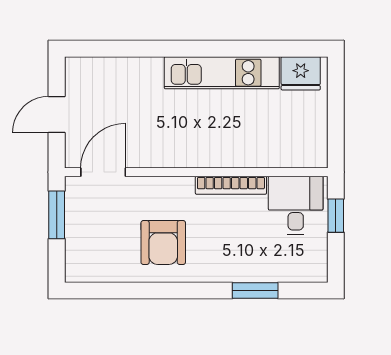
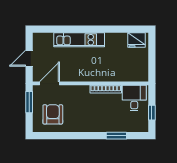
kitchen unit: (222, 73) -> (79, 40), moved
window: (336, 216) -> (152, 113), moved
armchair: (163, 242) -> (53, 114), moved, turned 180

